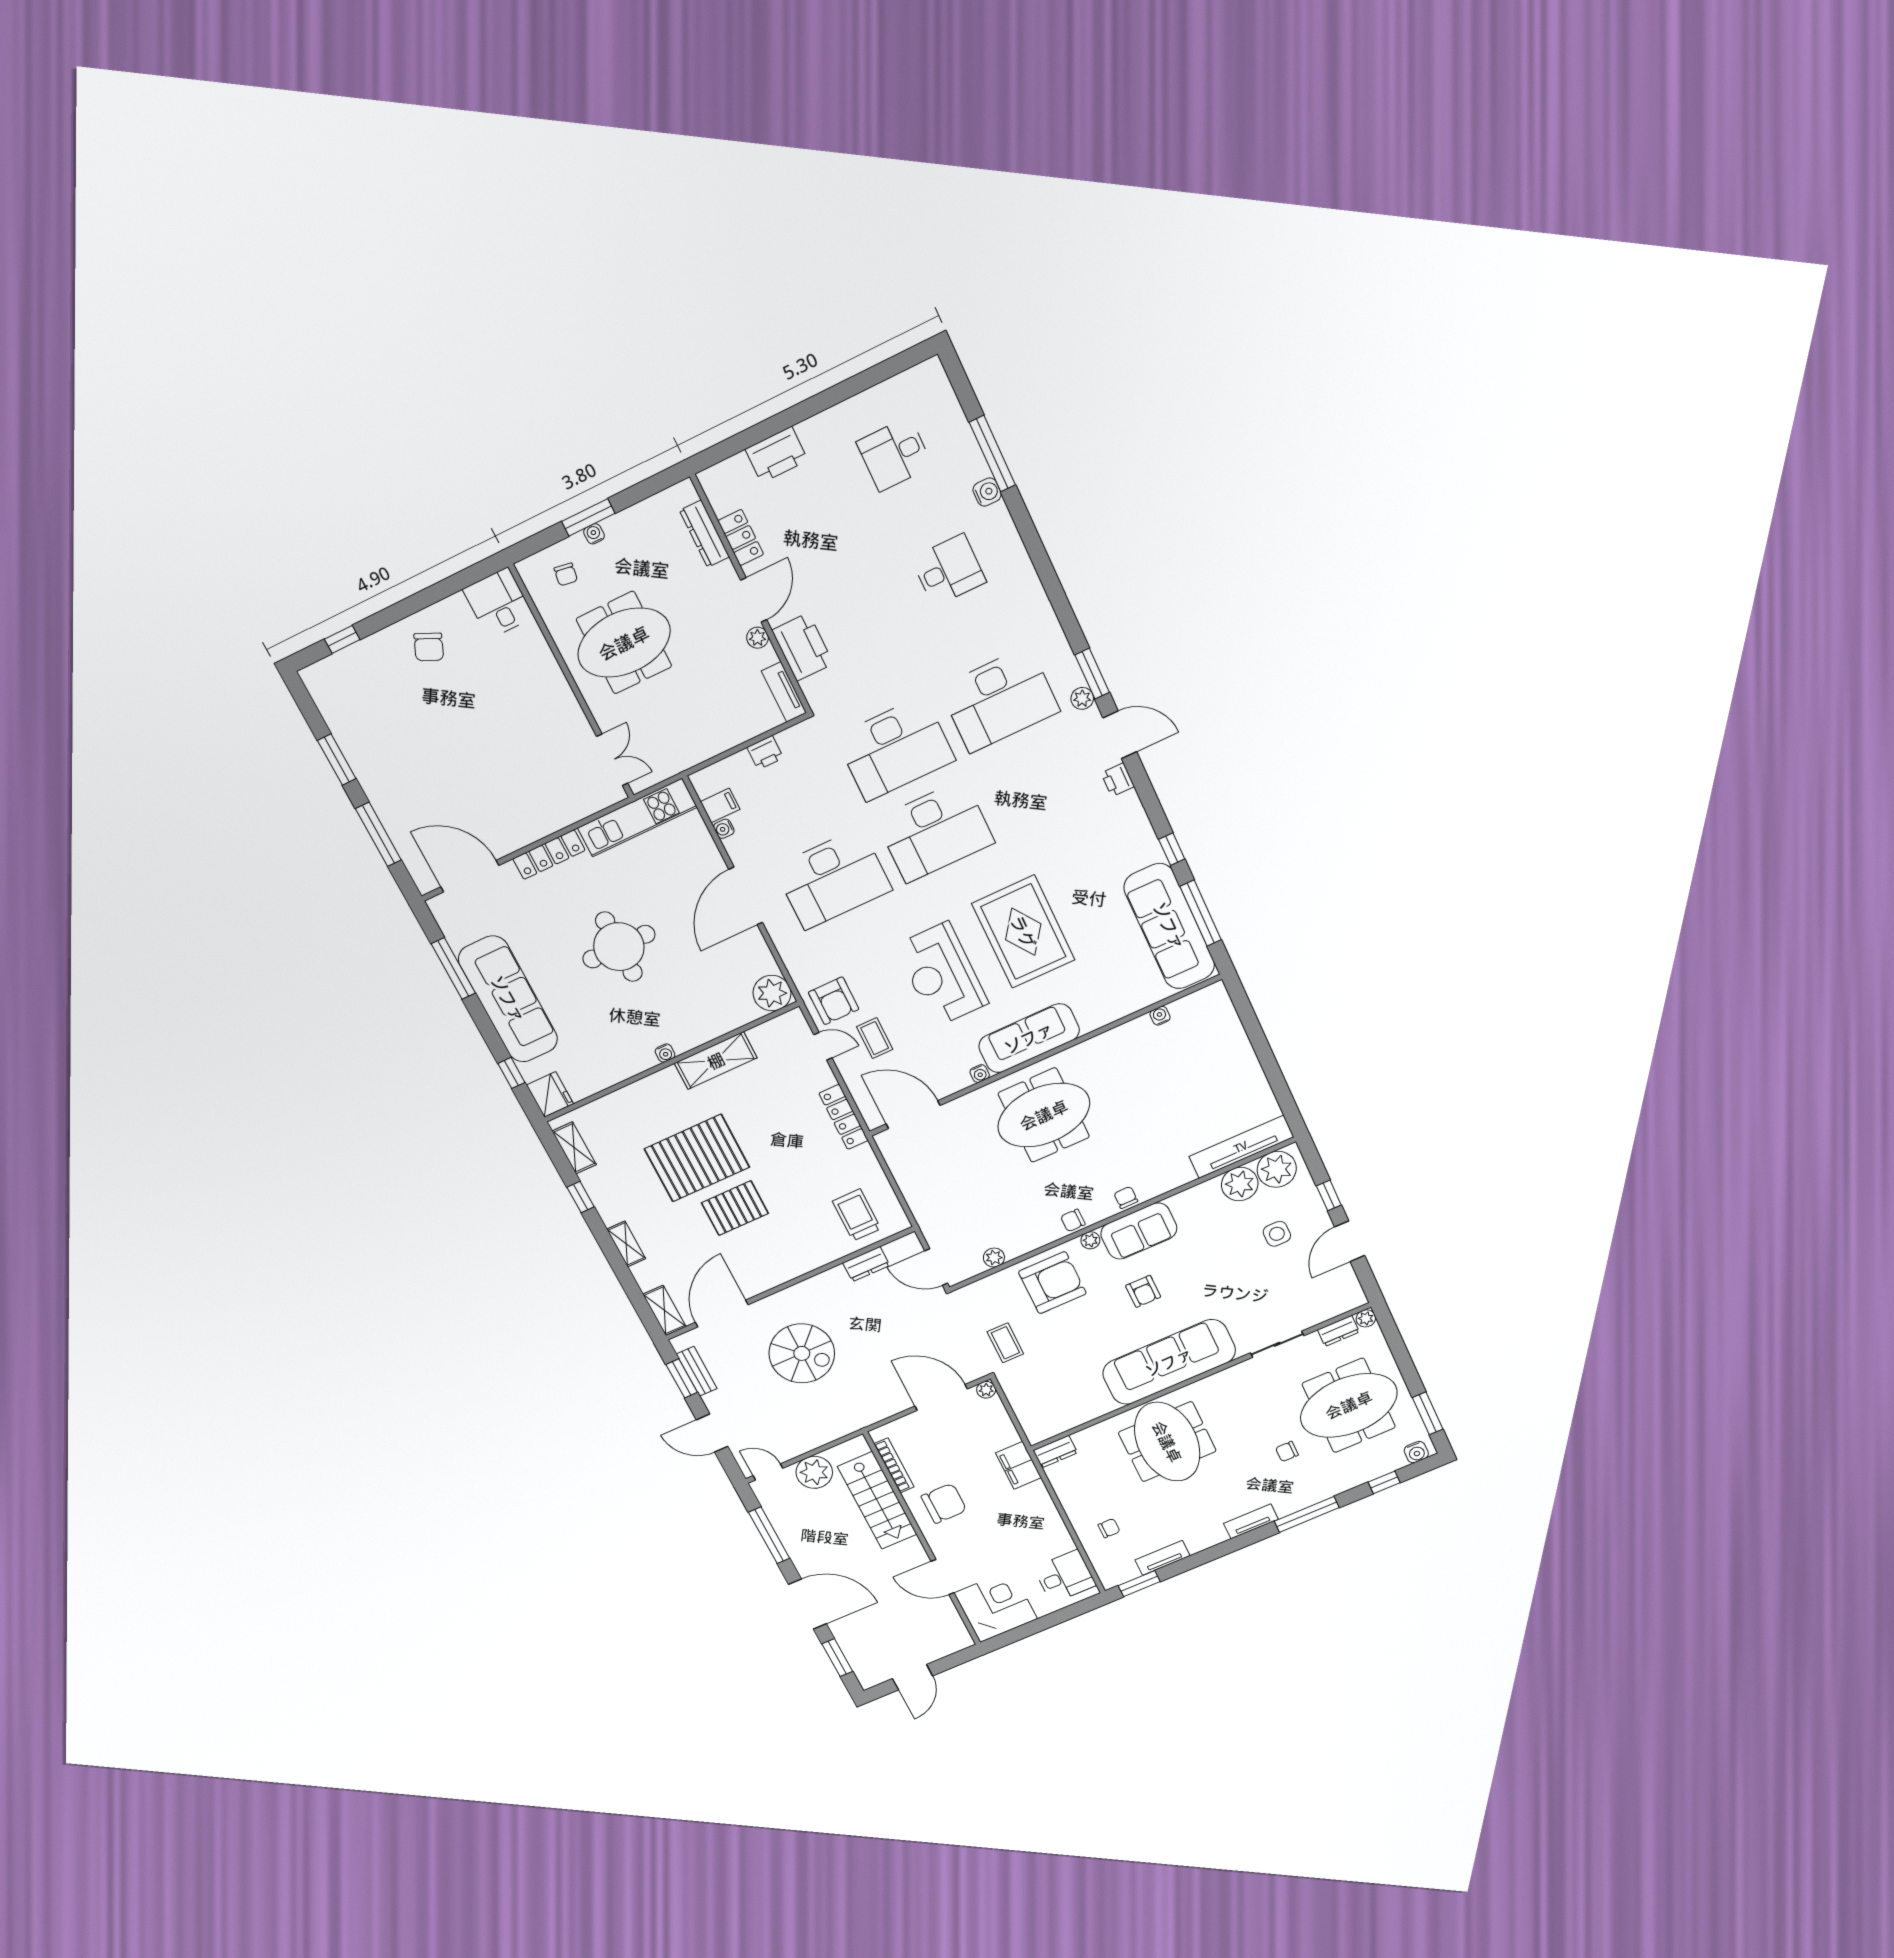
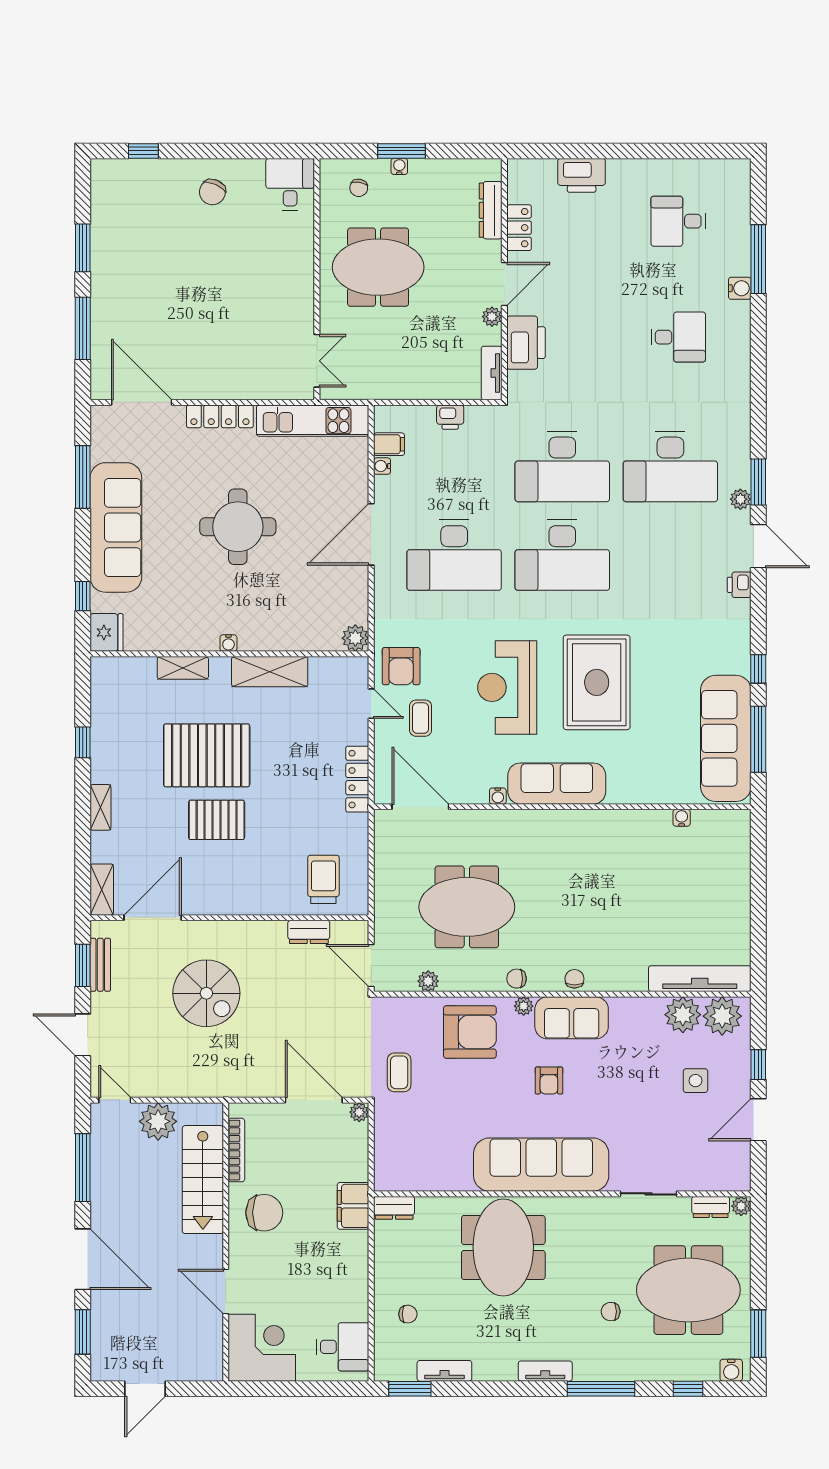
plant: (772, 993) -> (355, 638), width x0.73, depth x0.73
meeting table: (1044, 1115) -> (467, 907), moved
shelving: (574, 1148) -> (183, 668), moved, turned 90

